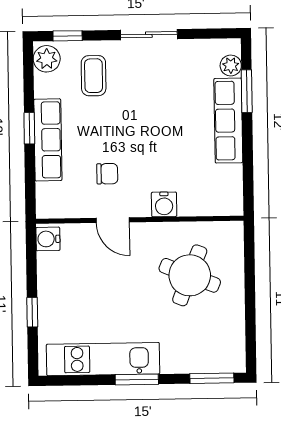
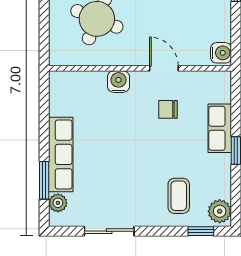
sliding door: (149, 35) -> (109, 231), moved
row of seats: (48, 140) -> (220, 128), width x0.68

